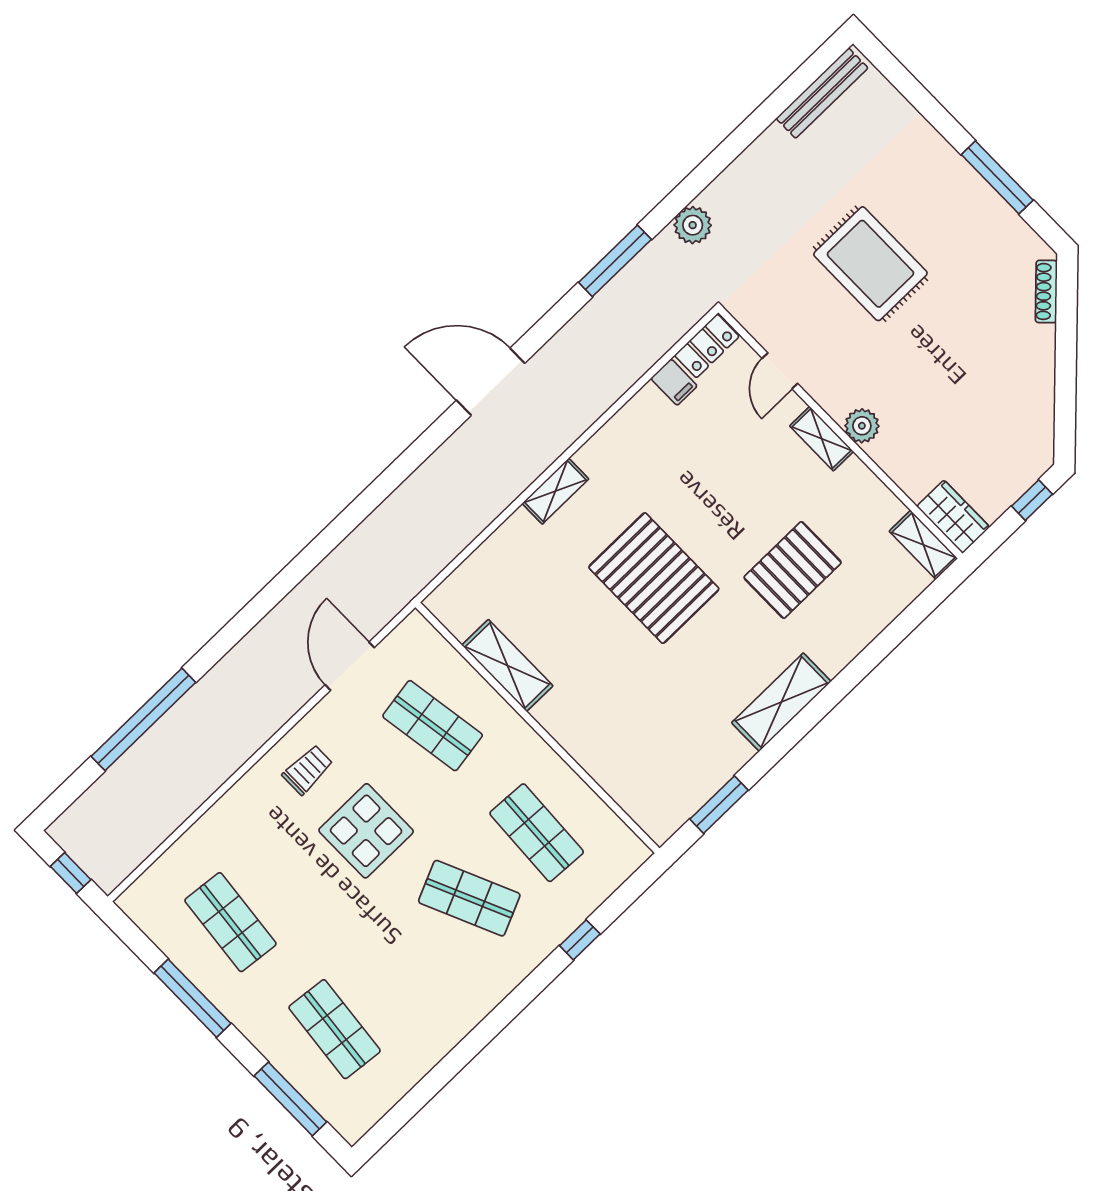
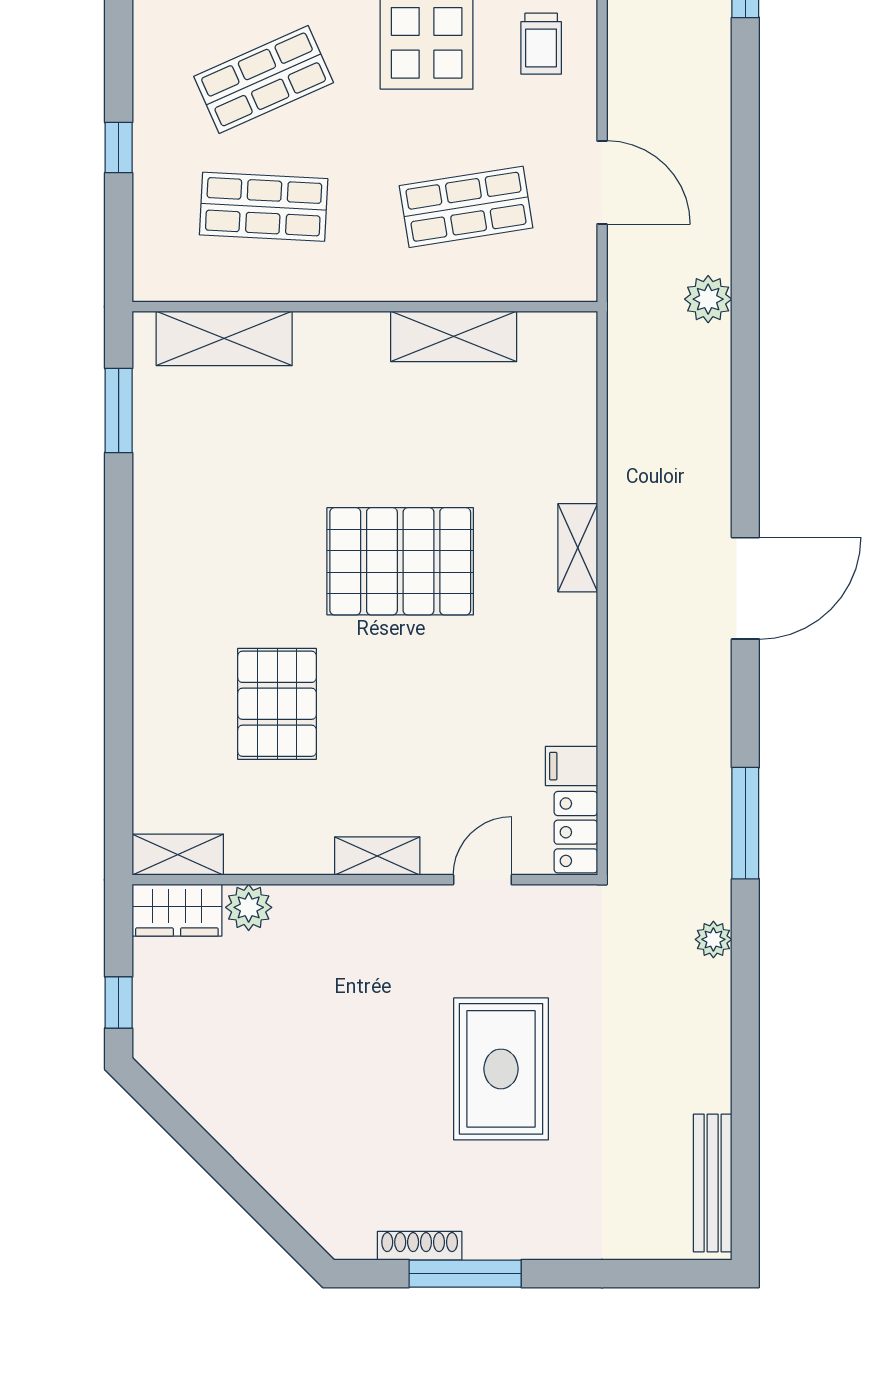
plant: (693, 225) -> (713, 939), width x0.73, depth x0.73
rug: (870, 264) -> (501, 1069), turned 90
shoe rack: (1046, 291) -> (420, 1246), moved, turned -45
door: (780, 371) -> (482, 880), hinge flipped
plant: (862, 426) -> (249, 907), moved
plant: (357, 550) -> (708, 299), added
shelving: (781, 702) -> (224, 338), moved, turned 90

